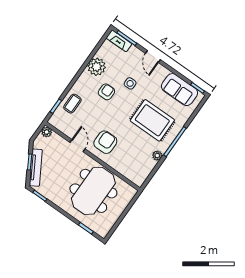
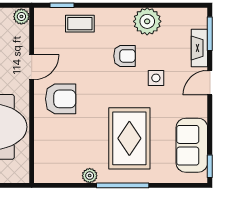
fireplace: (119, 41) -> (199, 48), moved

